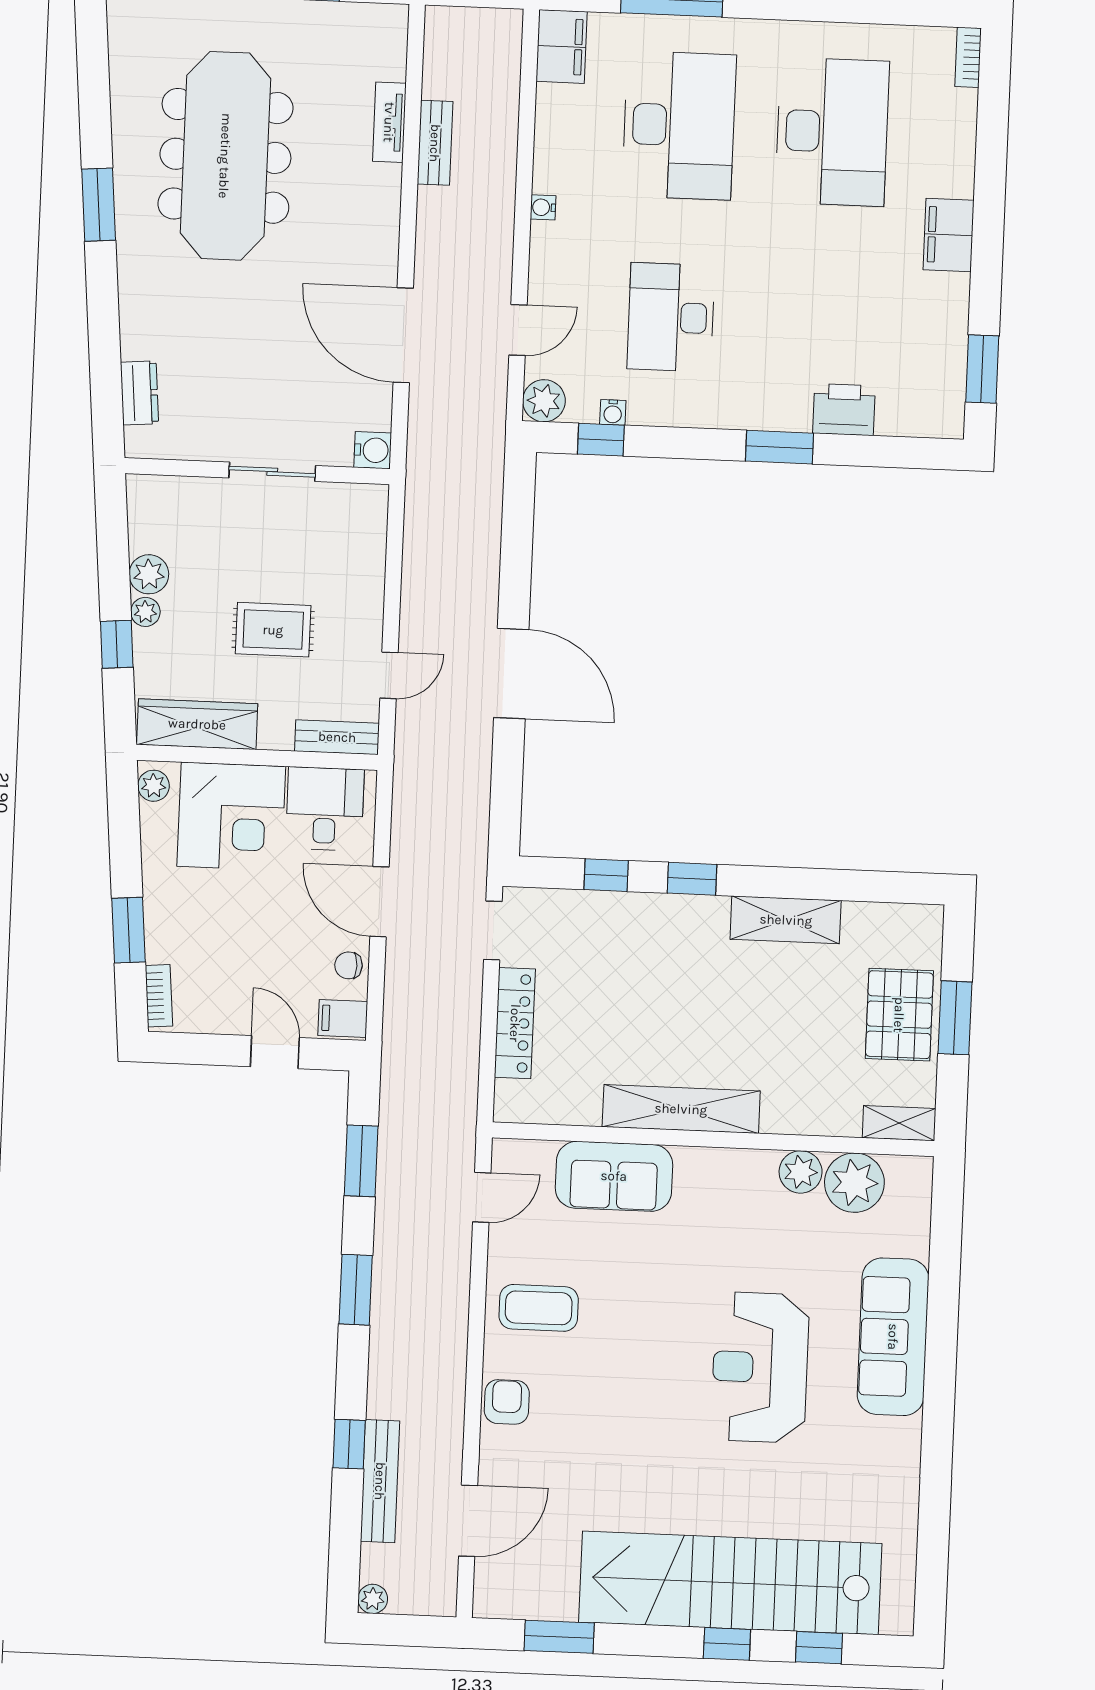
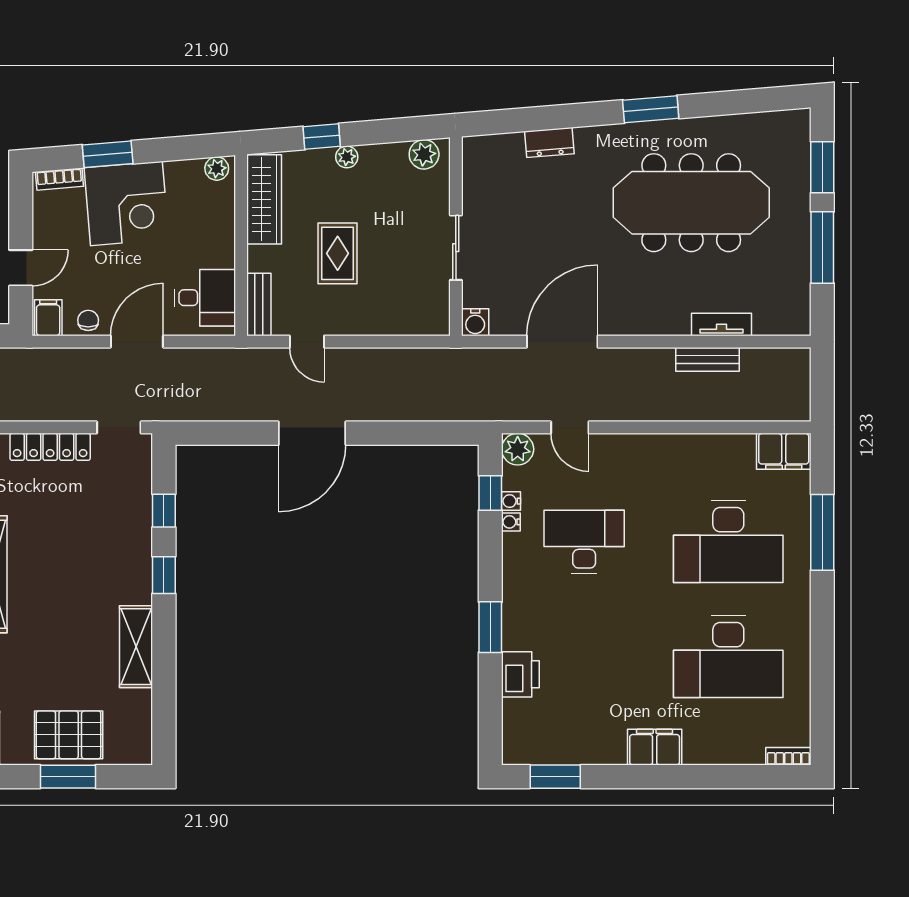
water cooler: (543, 207) -> (511, 522), moved, turned -90
dresser: (140, 393) -> (549, 142), moved
plant: (149, 574) -> (424, 154), moved
corner desk: (231, 816) -> (126, 204), moved, turned -95

